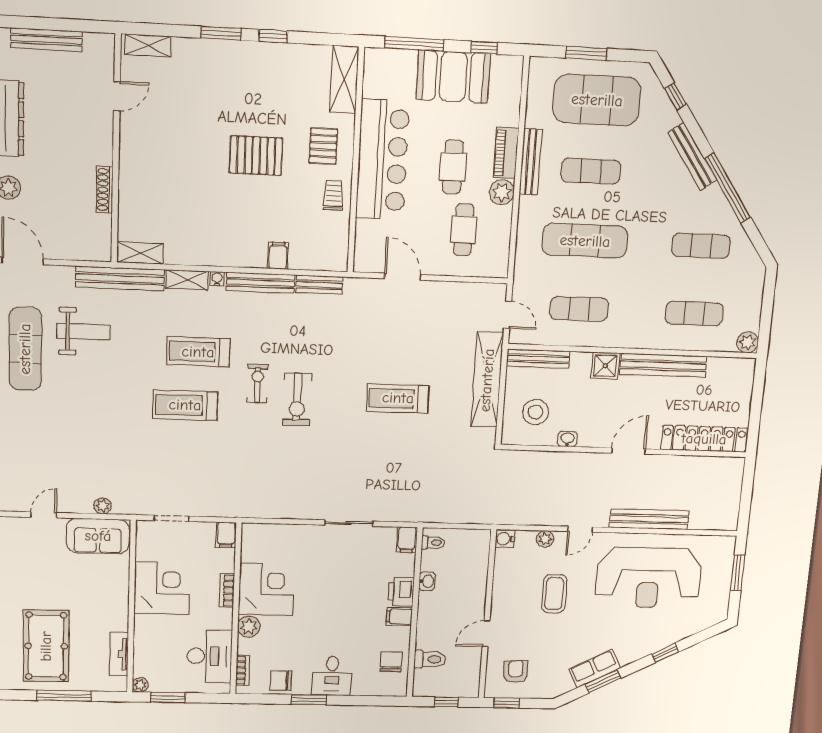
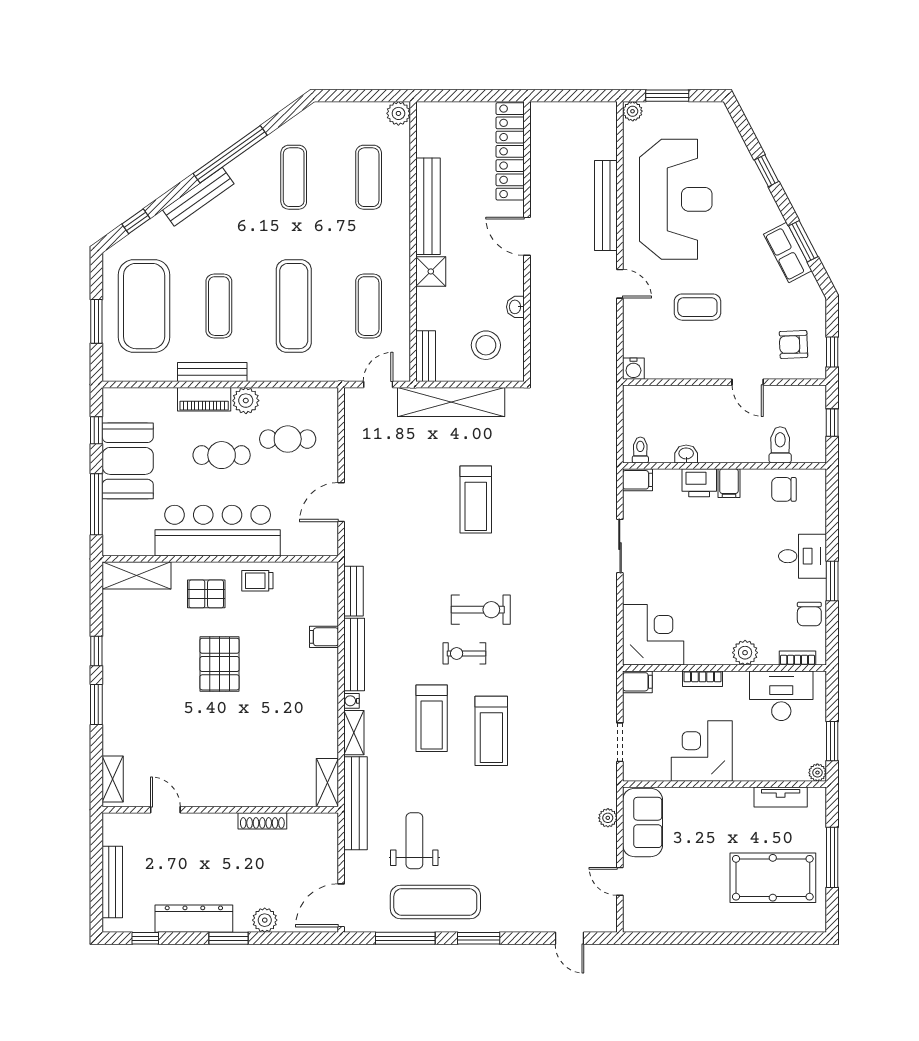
bench: (538, 359) -> (426, 356), width x0.73
plant: (545, 539) -> (633, 111), moved
corner desk: (266, 589) -> (653, 635), moved, turned 90

